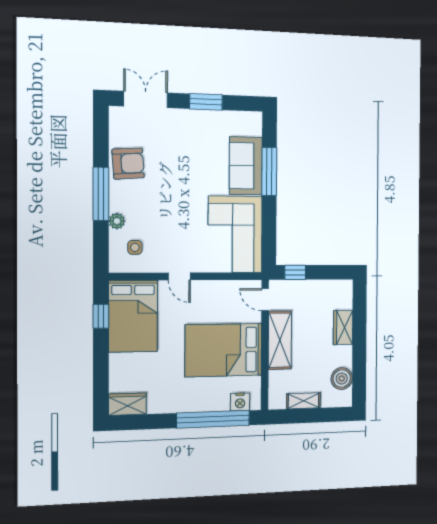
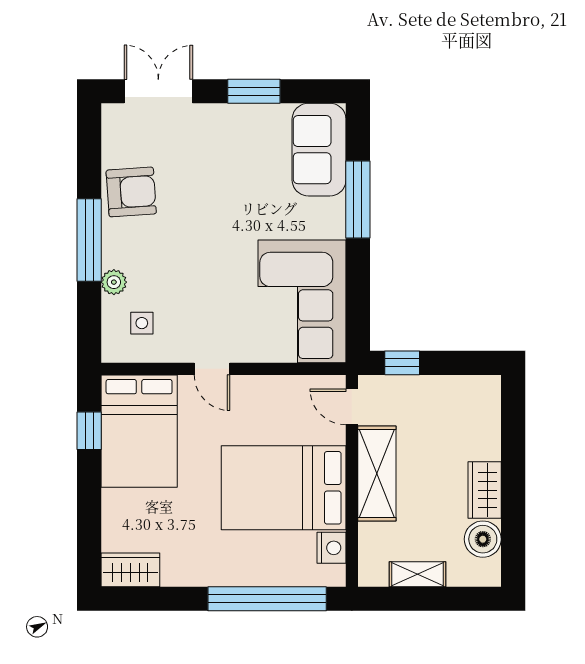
sofa: (246, 166) -> (319, 150), moved
wardrobe: (343, 328) -> (485, 490), moved
nightstand: (240, 402) -> (332, 548), moved, turned -90

